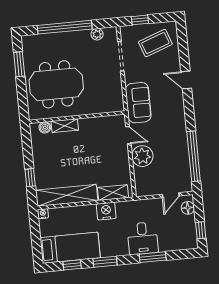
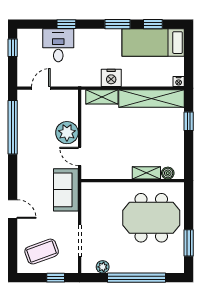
floor lamp: (188, 208) -> (24, 73), removed
desk: (143, 238) -> (58, 45), moved
window: (153, 257) -> (66, 24), width x0.67

